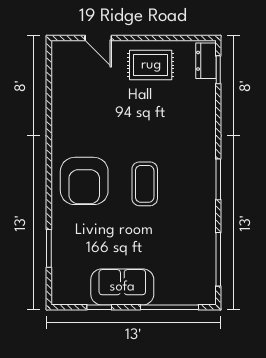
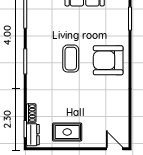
door: (98, 38) -> (115, 149), moved
shoe rack: (209, 96) -> (31, 113), added
armchair: (84, 181) -> (108, 60), turned -90

